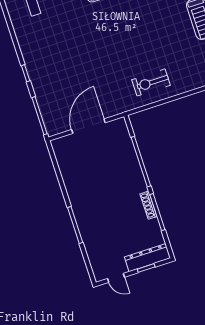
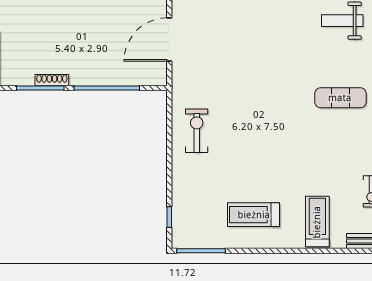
door: (88, 126) -> (169, 40), swing flipped

